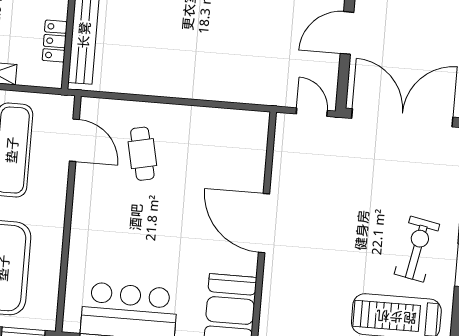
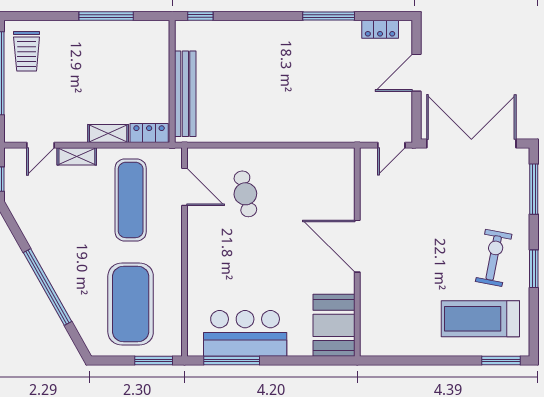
locker: (55, 41) -> (149, 133), moved, turned 90
door: (312, 112) -> (391, 145), swing flipped

